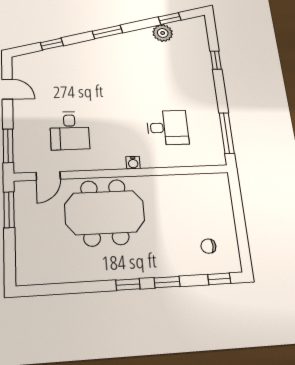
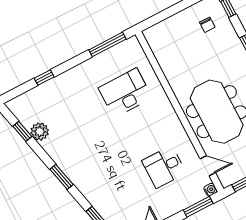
desk: (168, 128) -> (125, 93), width x1.37
desk: (70, 131) -> (164, 167), turned 180
water cooler: (133, 163) -> (210, 190), moved

